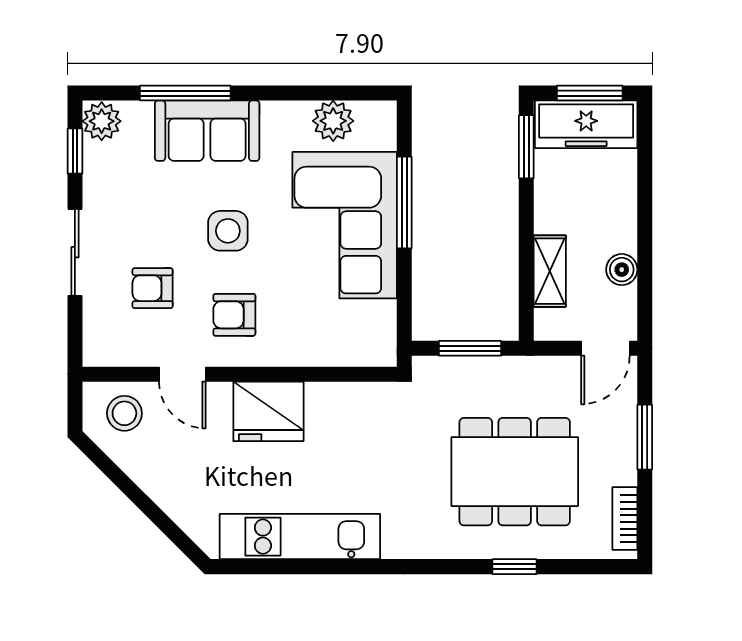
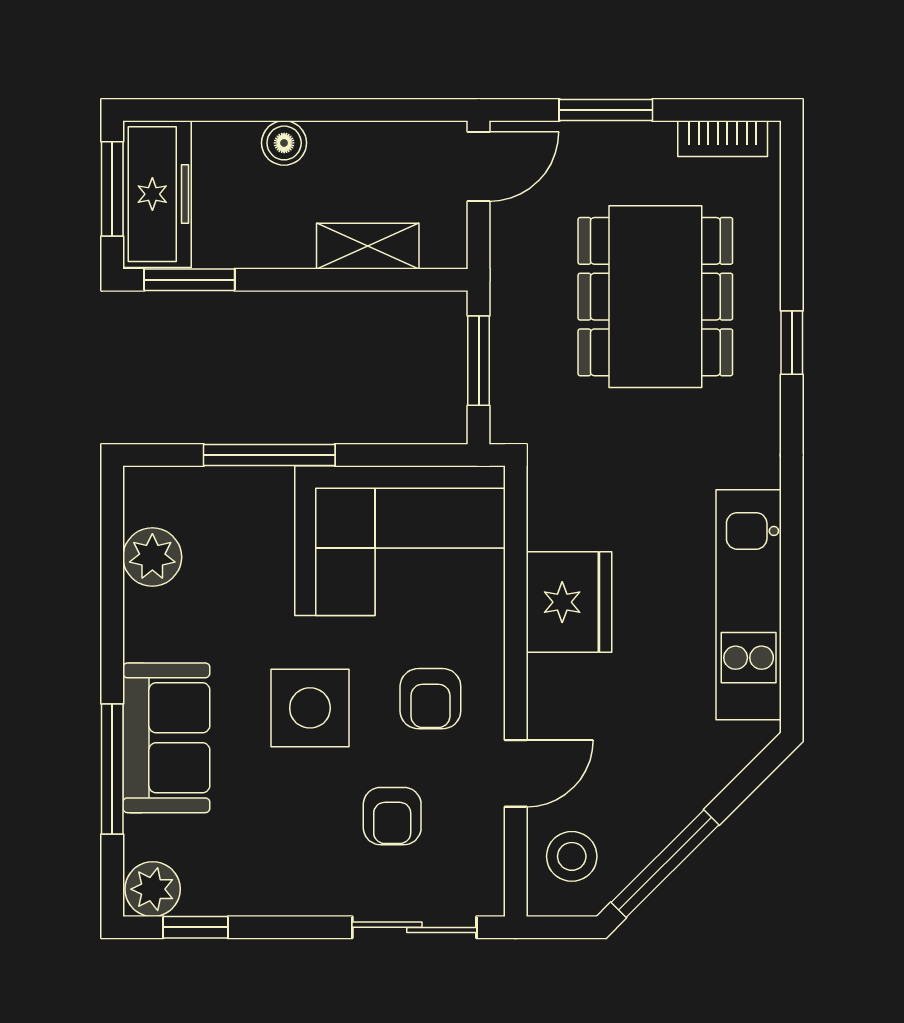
corner sofa: (345, 225) -> (400, 541), moved
side table: (228, 231) -> (310, 708), width x1.37, depth x1.37
sliding door: (75, 252) -> (414, 927), moved
boiler: (622, 270) -> (284, 143), moved
door: (605, 348) -> (479, 166), hinge flipped
fridge: (268, 411) -> (569, 602), moved
window: (119, 478) -> (665, 864), added
window: (515, 567) -> (792, 343), moved

